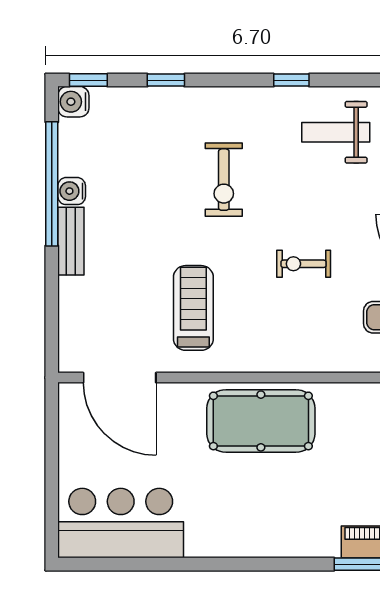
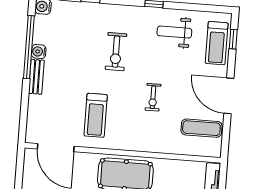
exercise bike: (304, 264) -> (153, 97), turned -90
treadmill: (193, 308) -> (96, 115), turned 180

